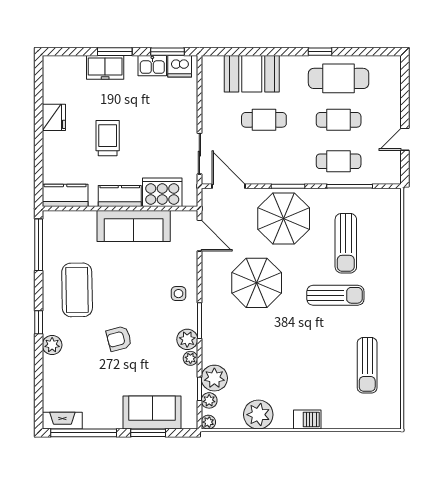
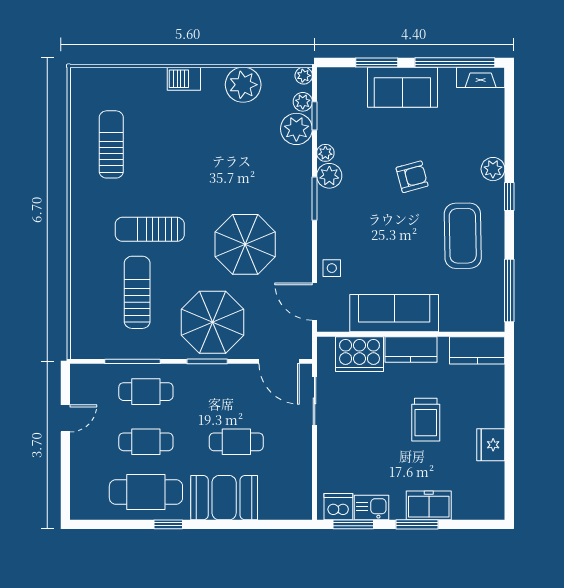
booth: (252, 74) -> (224, 498), moved
side table: (178, 294) -> (332, 268), moved
sofa: (152, 412) -> (402, 87), moved

